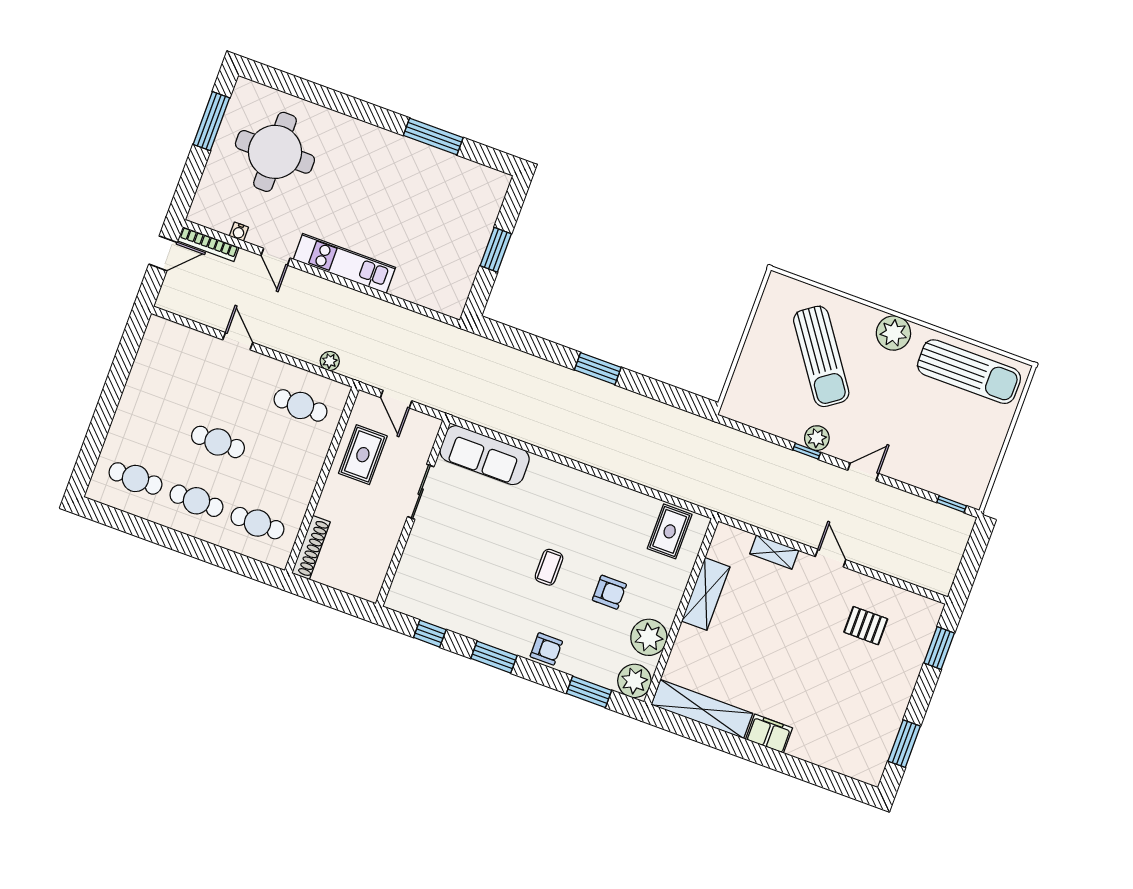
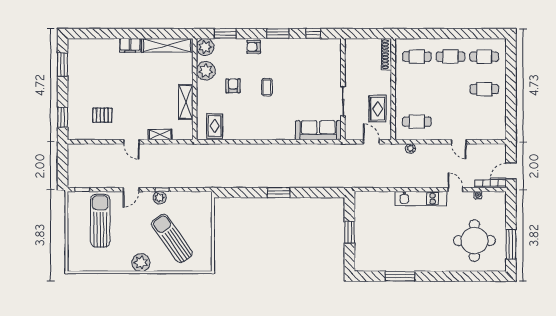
sun lounger: (969, 372) -> (100, 221), moved, turned 90
cafe table: (218, 442) -> (484, 89), moved
armchair: (609, 592) -> (233, 86), turned 90

